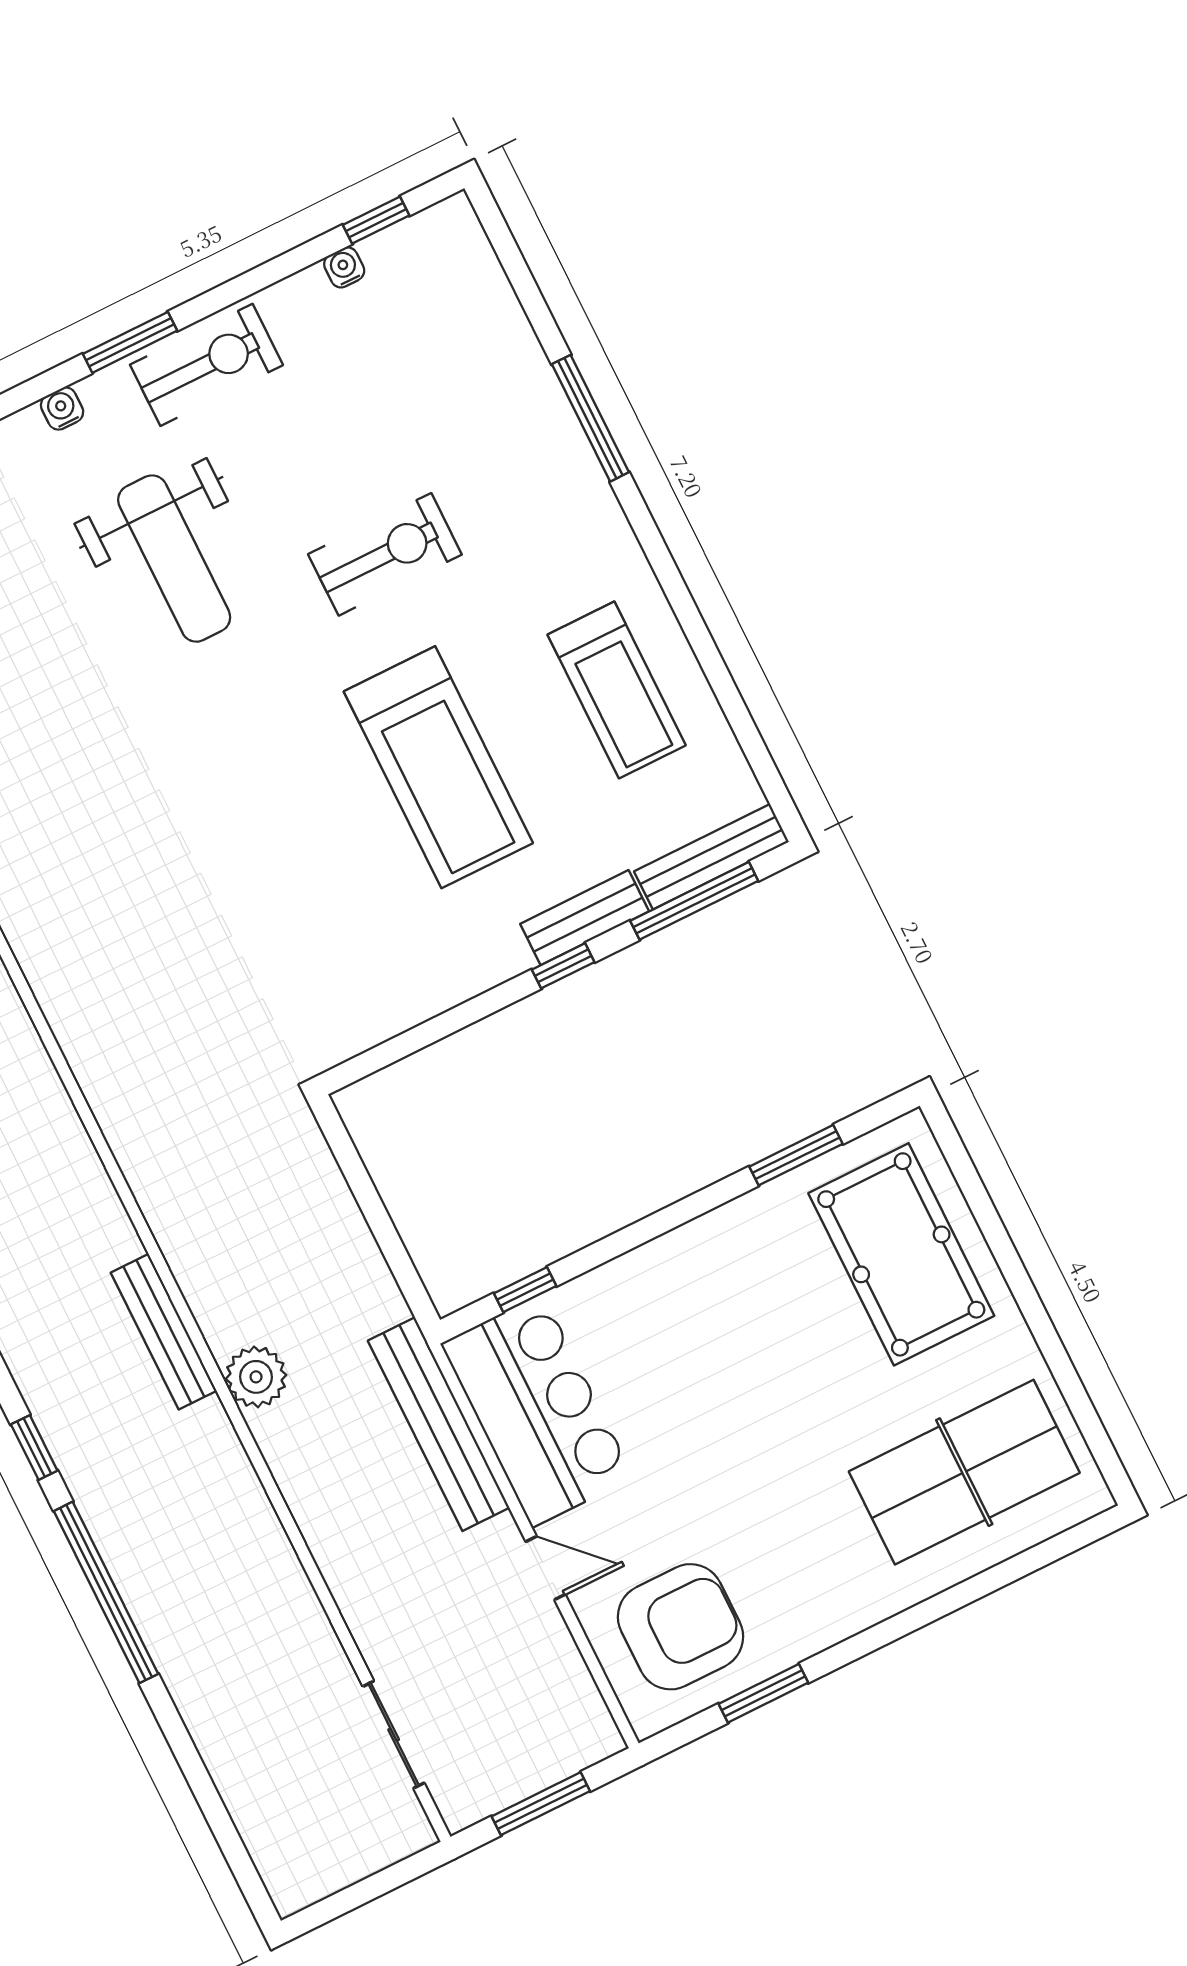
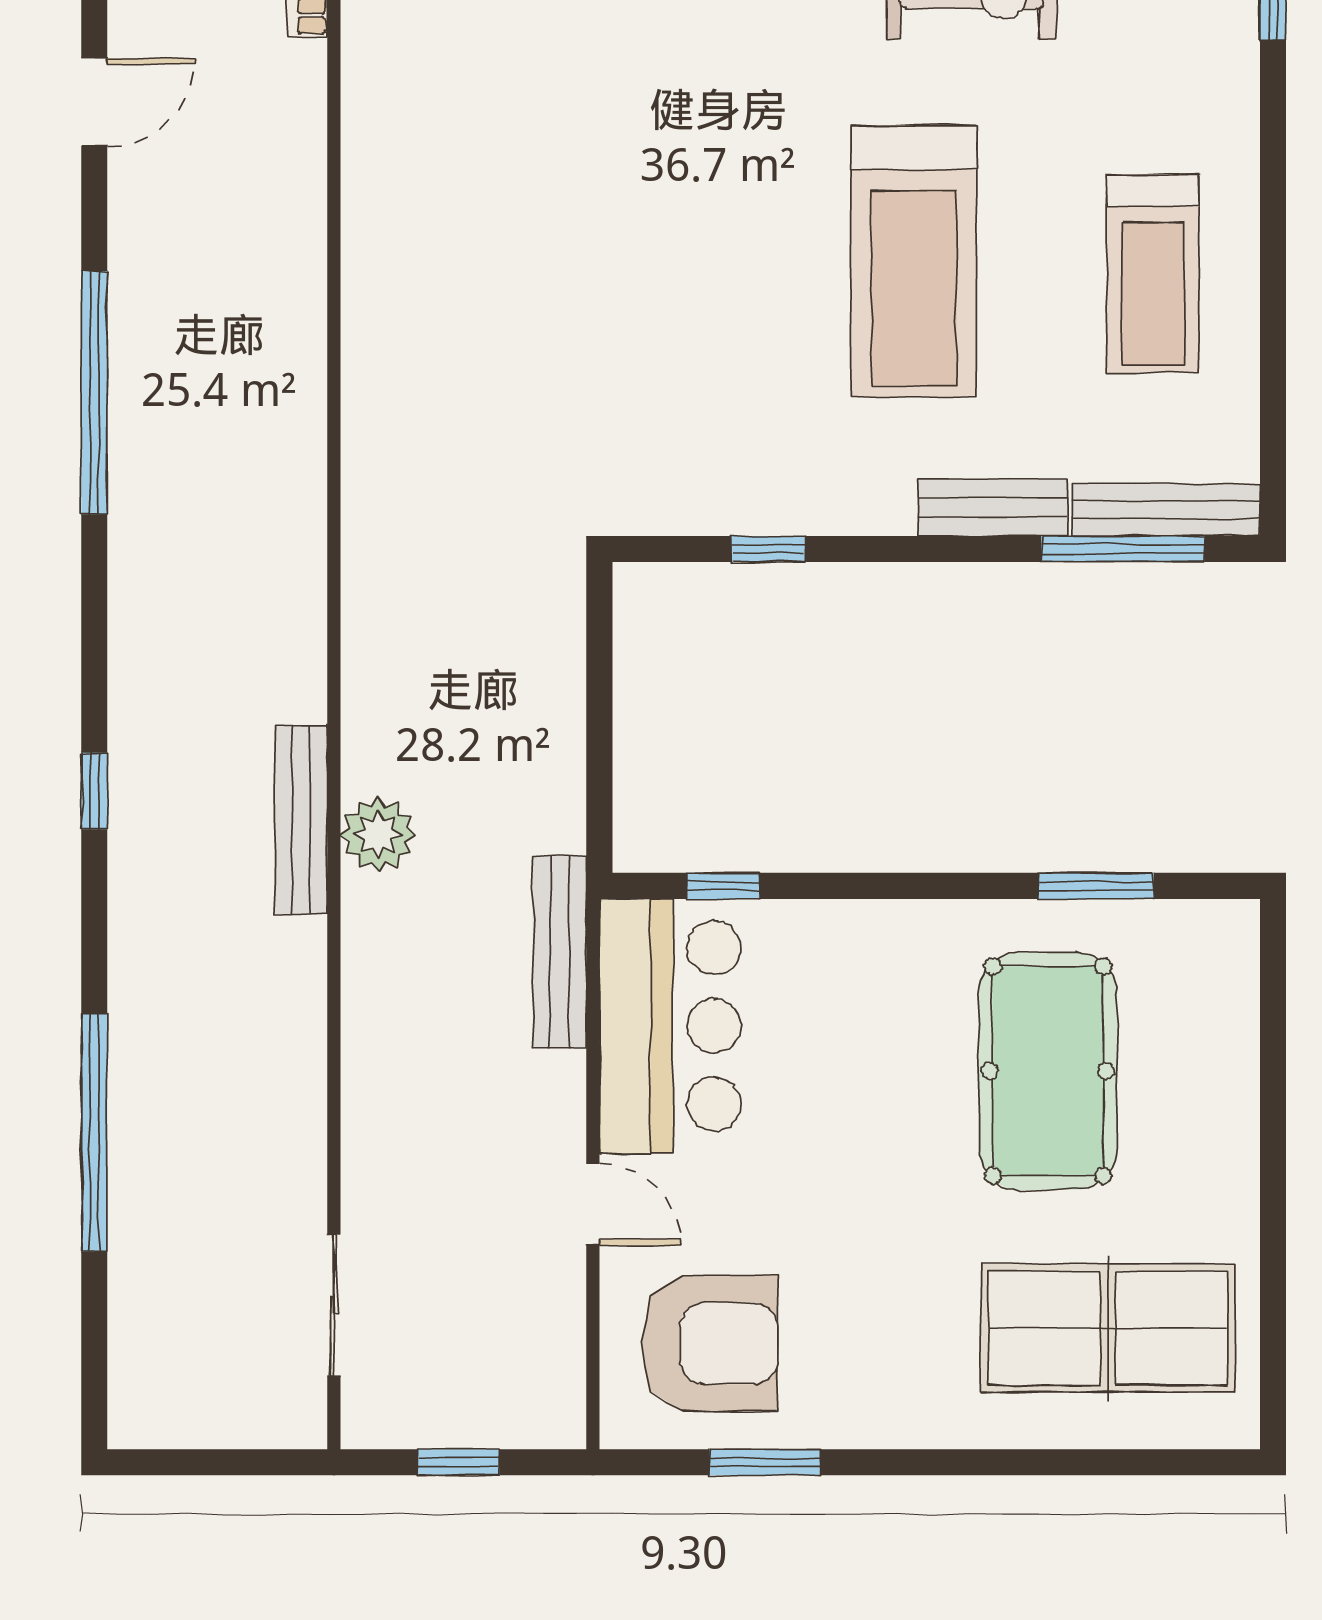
window: (563, 966) -> (768, 549), moved
pool table: (901, 1254) -> (1048, 1071), moved
bench: (164, 1332) -> (301, 820), moved
bench: (439, 1424) -> (560, 952), width x0.73, depth x0.82
window: (106, 1592) -> (94, 1133), moved
window: (541, 1804) -> (459, 1462), width x0.67

